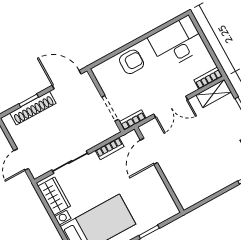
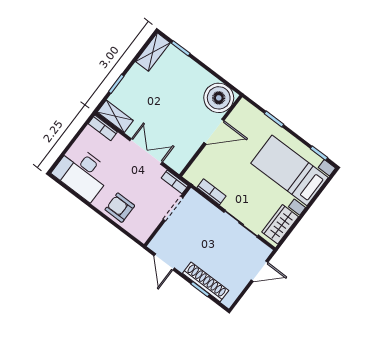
door: (67, 80) -> (164, 262), width x0.73
door: (149, 151) -> (214, 132), moved
boiler: (189, 192) -> (219, 98), added

